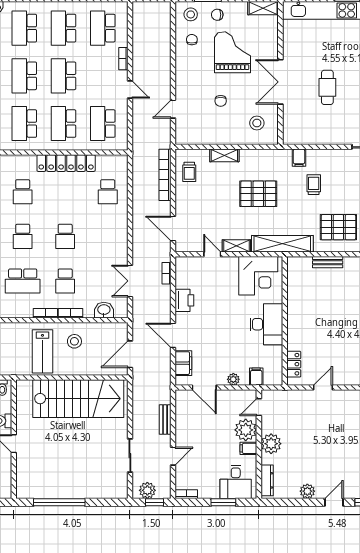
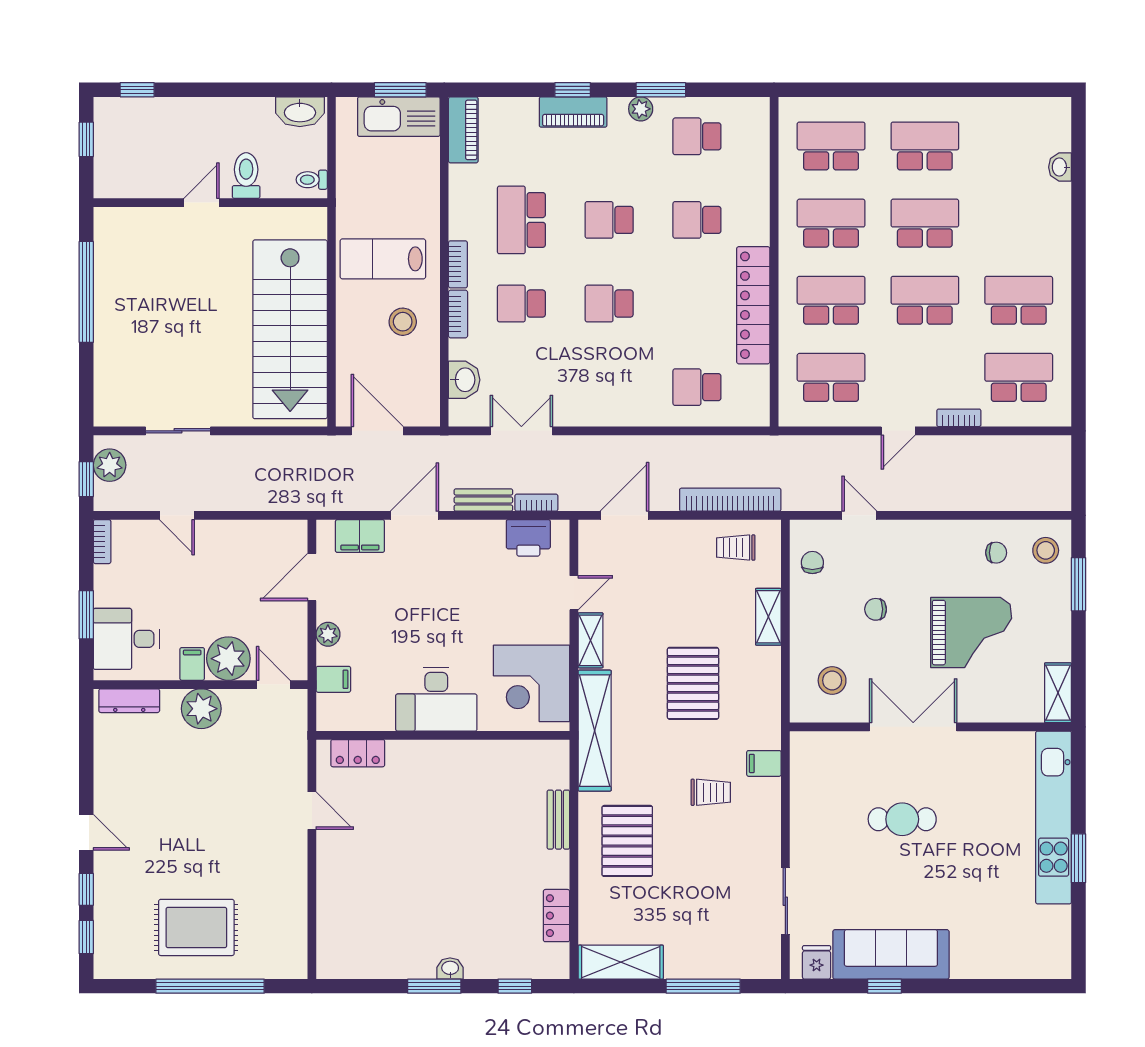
chair: (217, 15) -> (812, 562), moved
school desk: (24, 28) -> (1019, 223), removed
printer: (184, 300) -> (528, 538), moved
bench: (165, 419) -> (483, 500), moved
plant: (307, 491) -> (108, 780), removed

